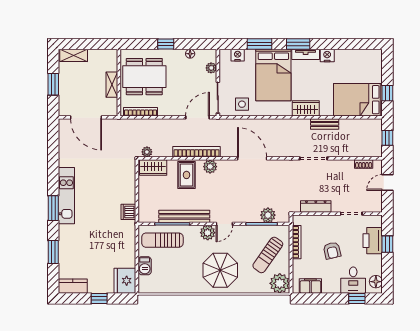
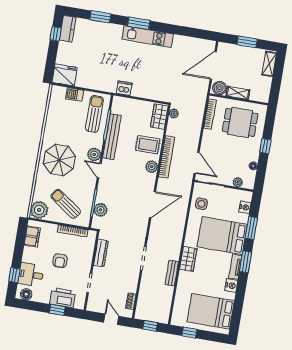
dining table: (144, 77) -> (240, 122), width x0.73
bed: (358, 100) -> (211, 311), moved, turned -90
boiler: (110, 106) -> (220, 88), added
armchair: (332, 251) -> (60, 261), turned -77
window: (99, 298) -> (56, 34), moved

